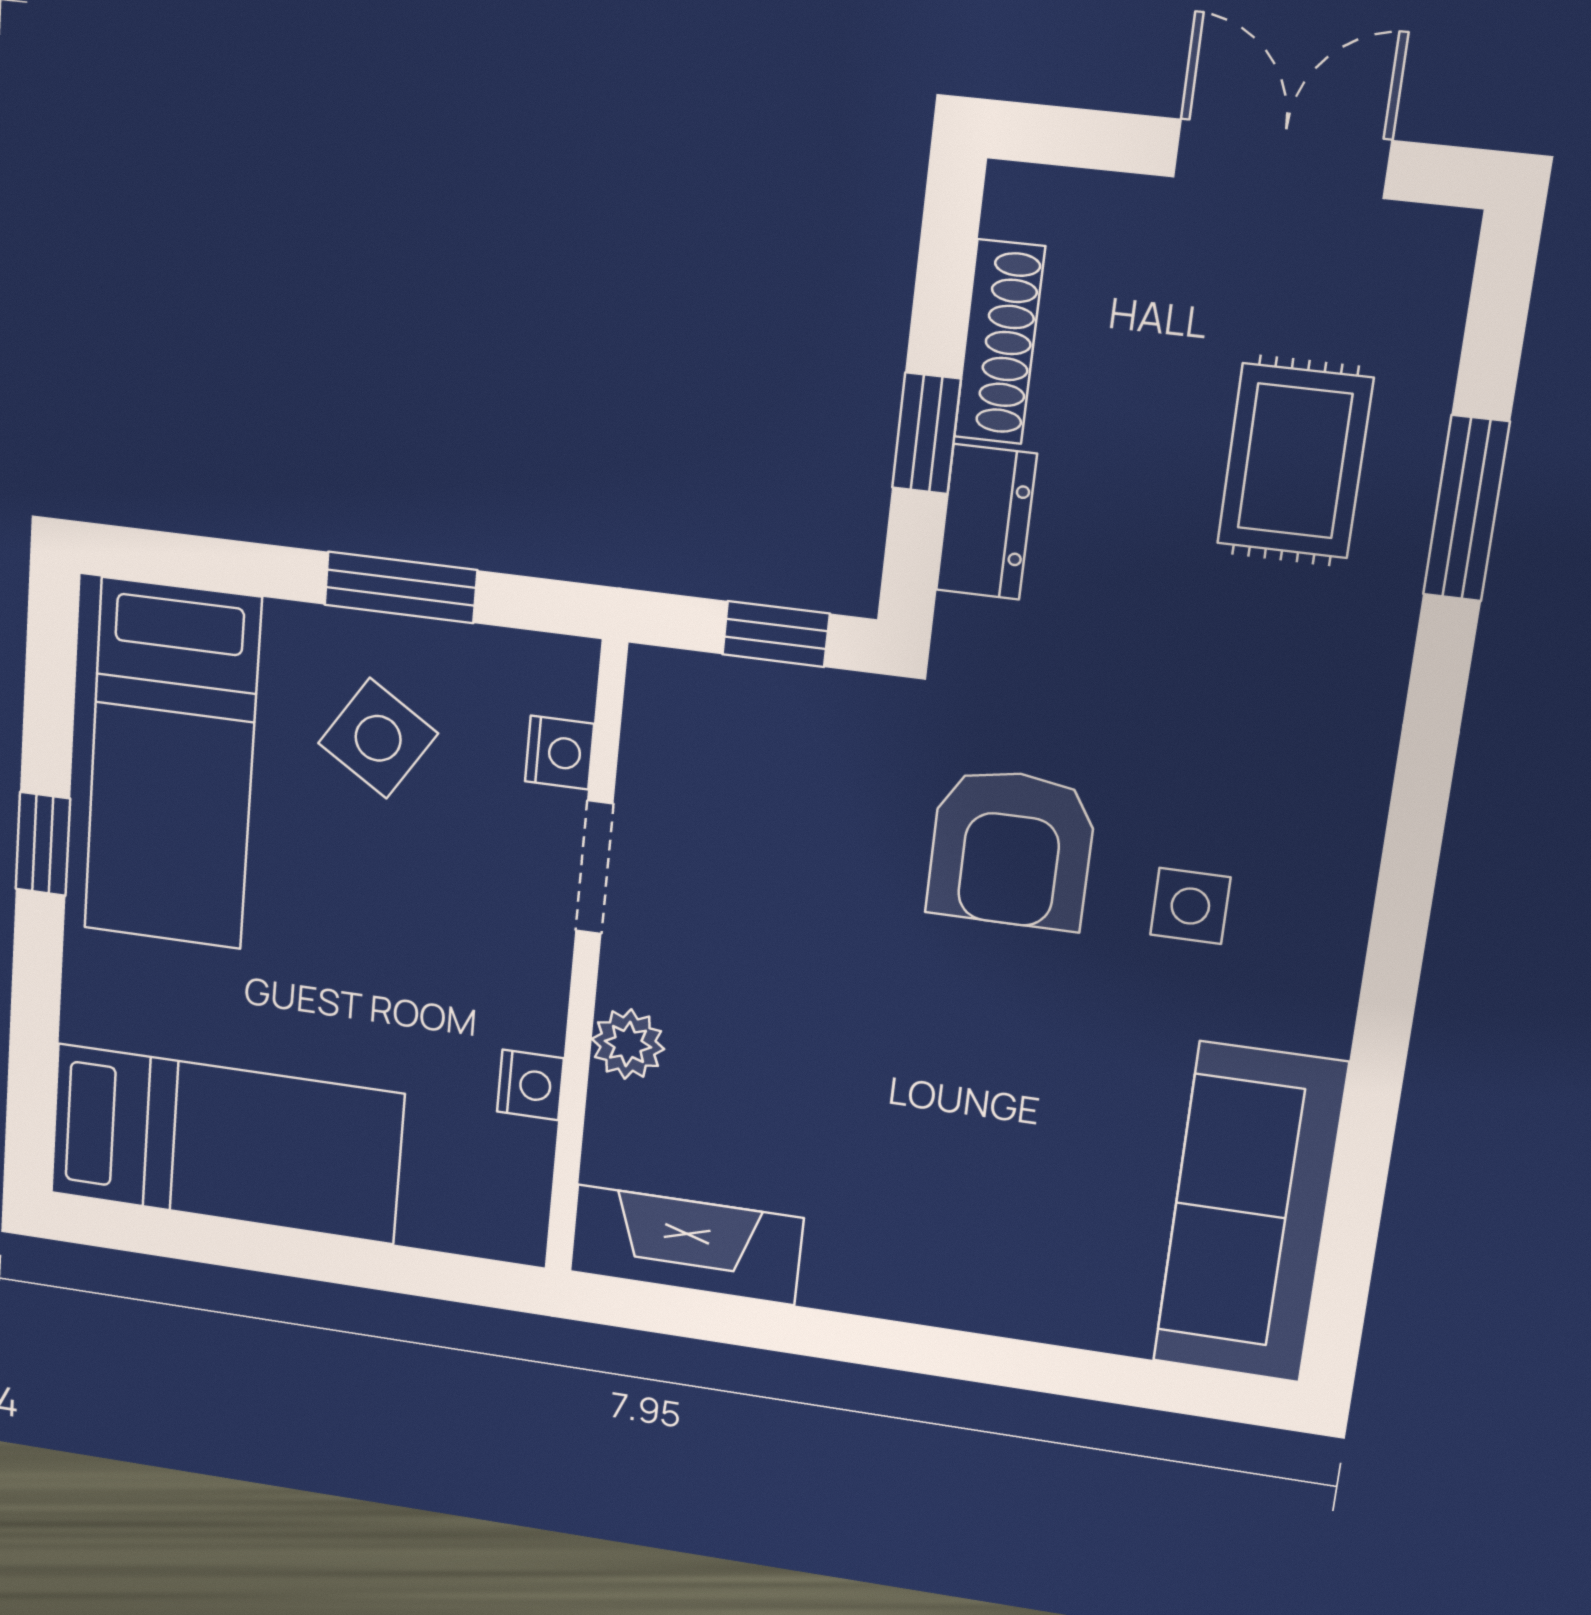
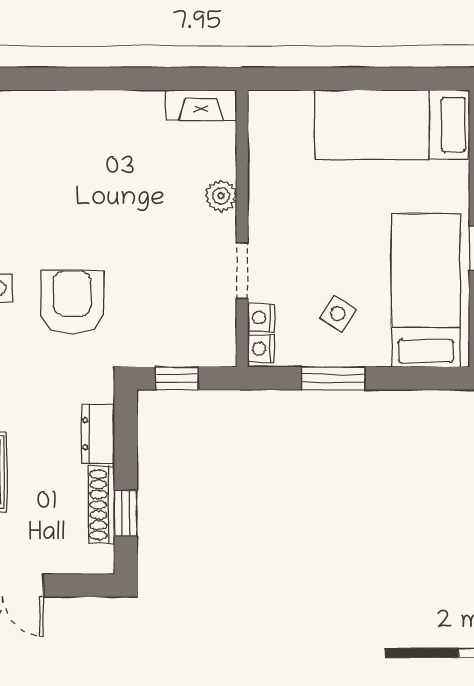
window: (926, 433) -> (126, 513), moved
side table: (378, 738) -> (338, 314), width x0.73, depth x0.73
nightstand: (530, 1085) -> (261, 349), moved
fireplace: (686, 1245) -> (201, 105), width x0.73, depth x0.76

